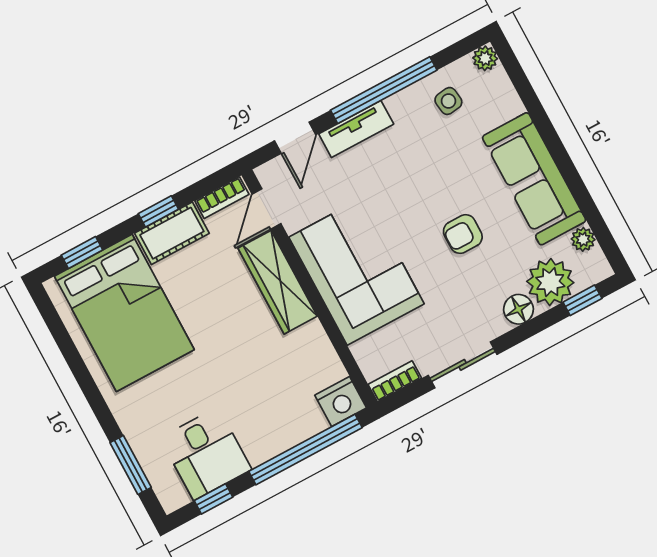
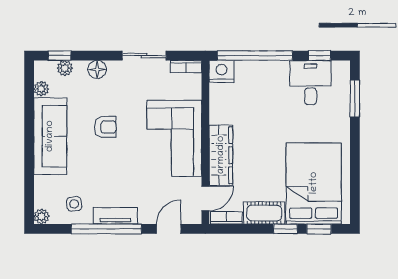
tv unit: (356, 129) -> (115, 216), moved
window: (158, 211) -> (285, 229), moved
plant: (550, 282) -> (65, 68), width x0.53, depth x0.53

